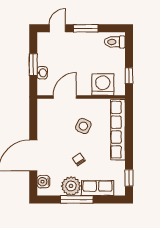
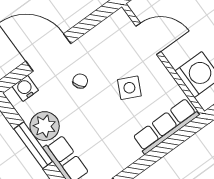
row of seats: (118, 130) -> (166, 126), width x0.73
chair: (79, 159) -> (80, 81), moved

